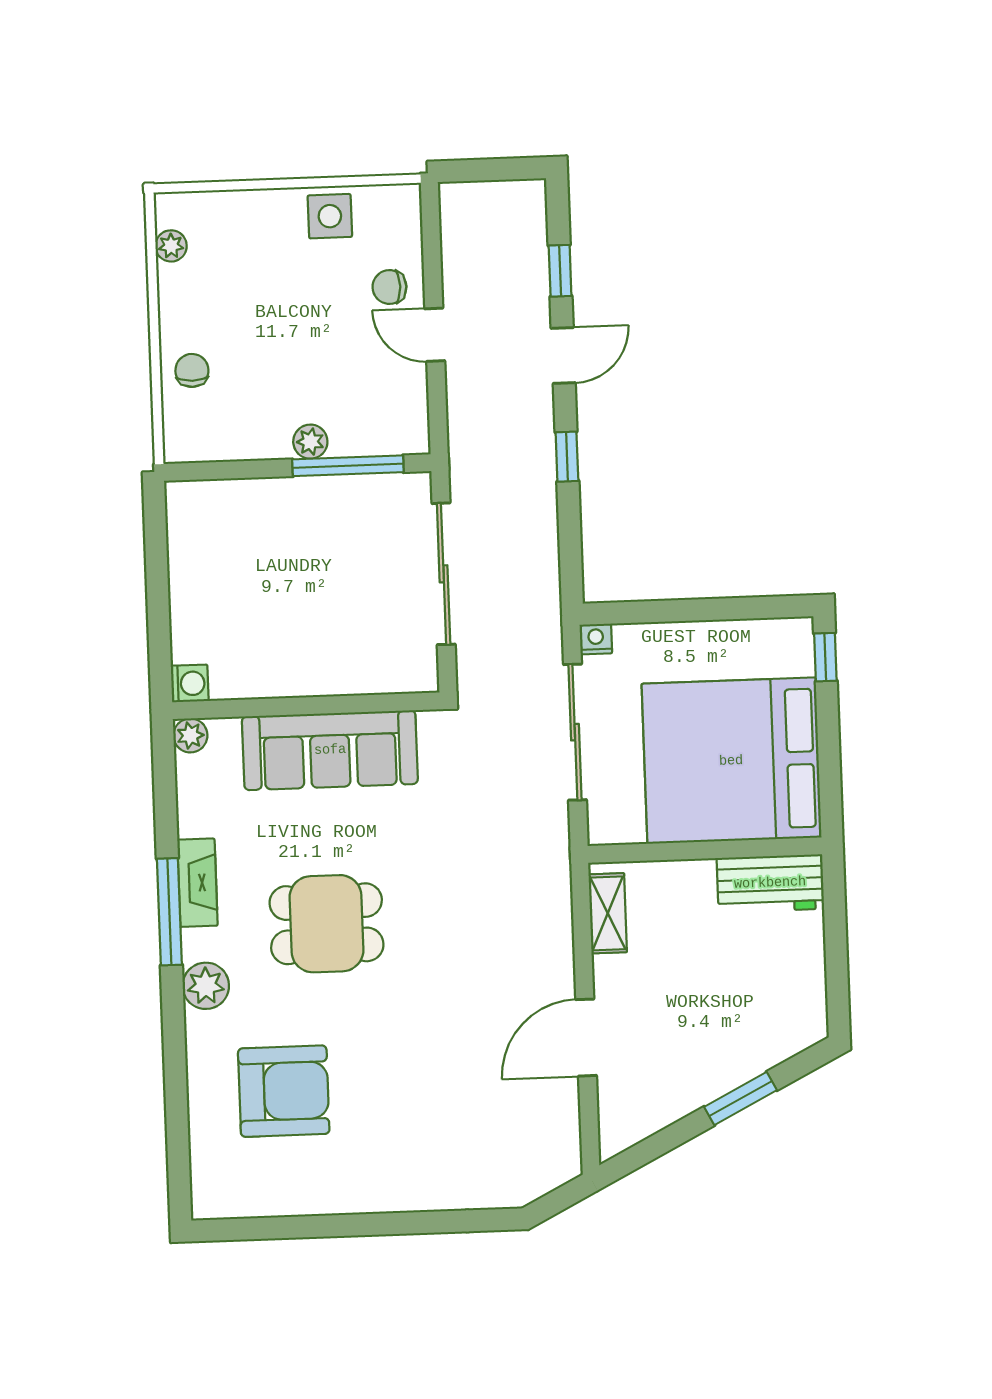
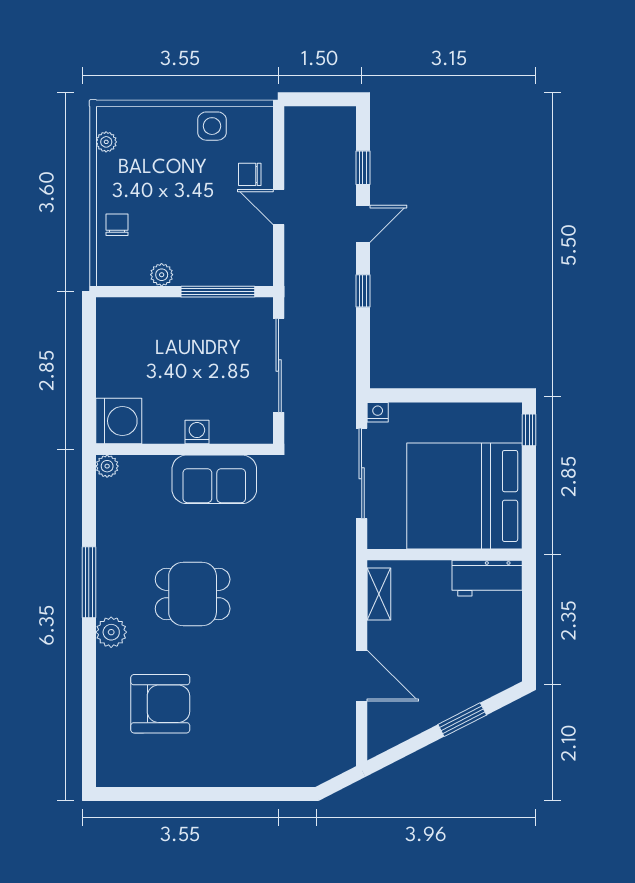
plant: (310, 442) -> (162, 275), moved
washing machine: (324, 679) -> (197, 432), added
washing machine: (190, 683) -> (119, 421), width x1.89, depth x1.89
sofa: (330, 750) -> (214, 479), width x0.73
fireplace: (197, 883) -> (108, 564), removed
door: (586, 1038) -> (362, 676), swing flipped

